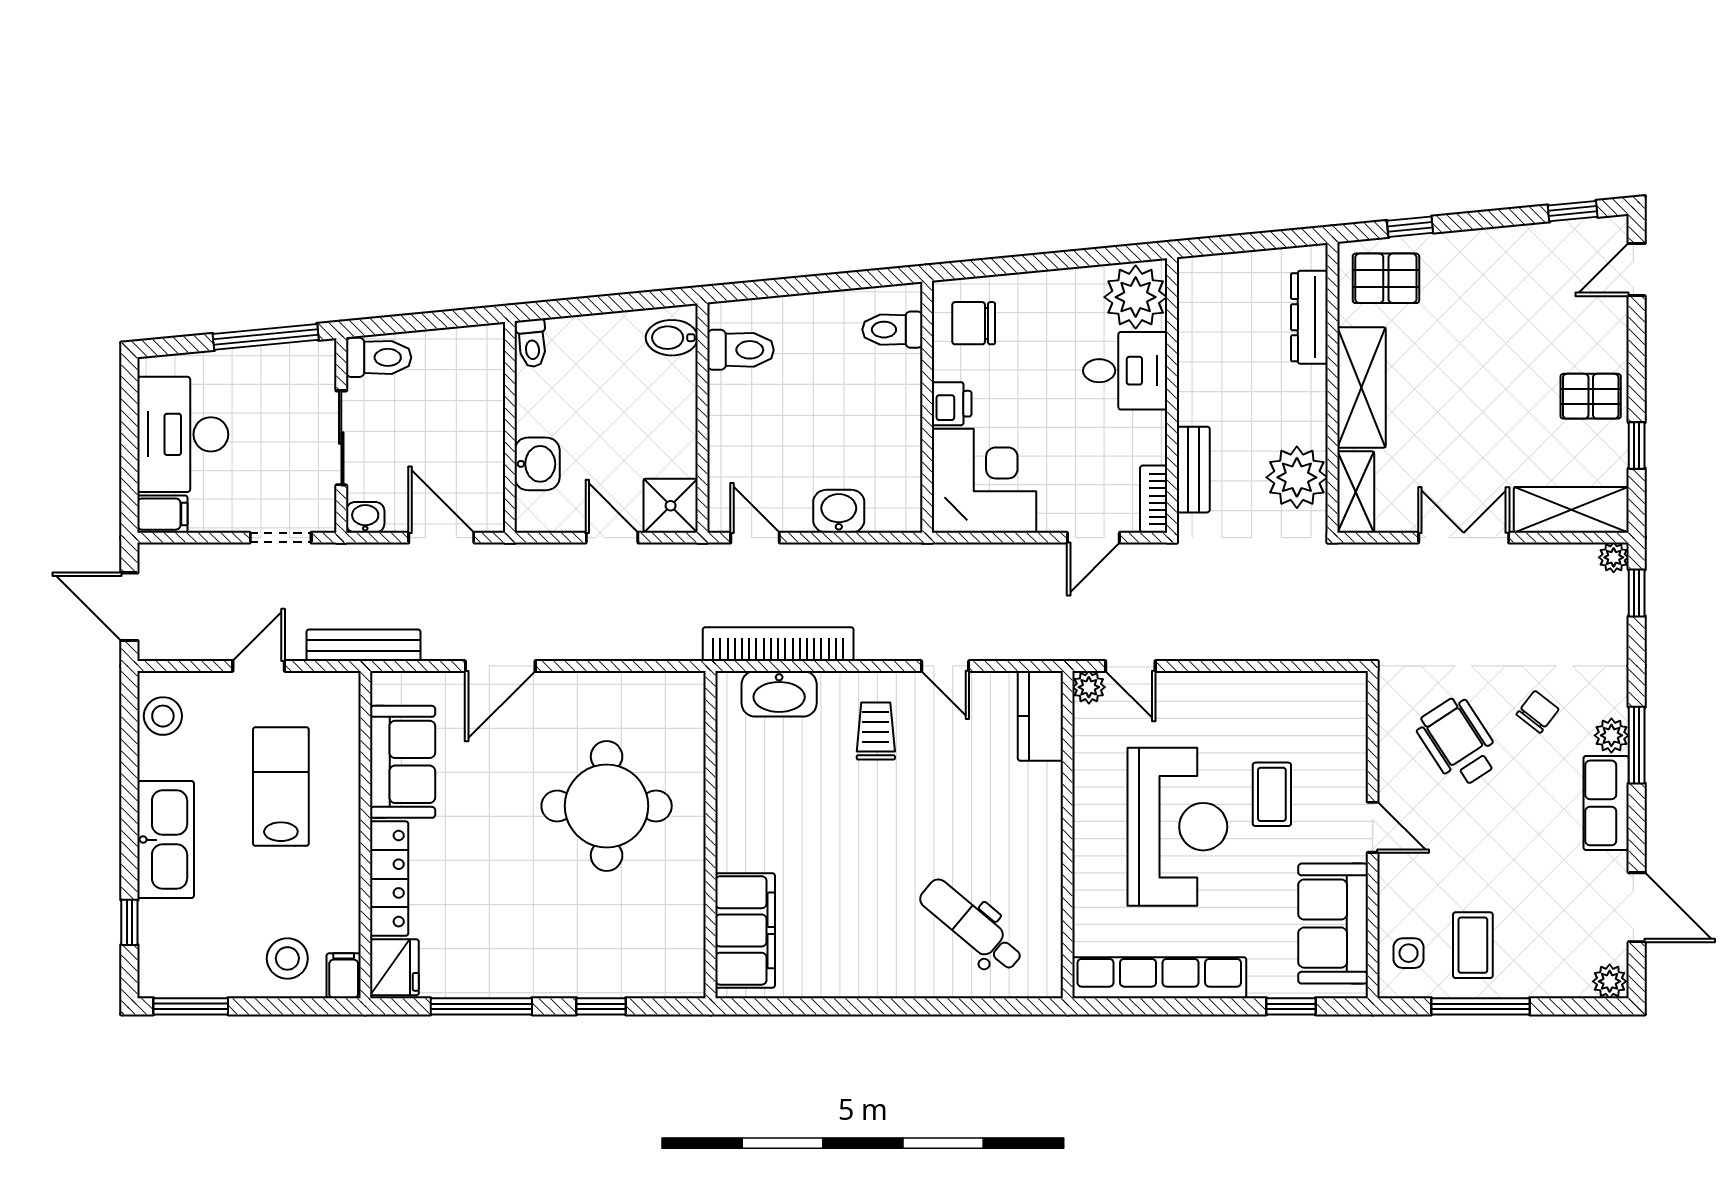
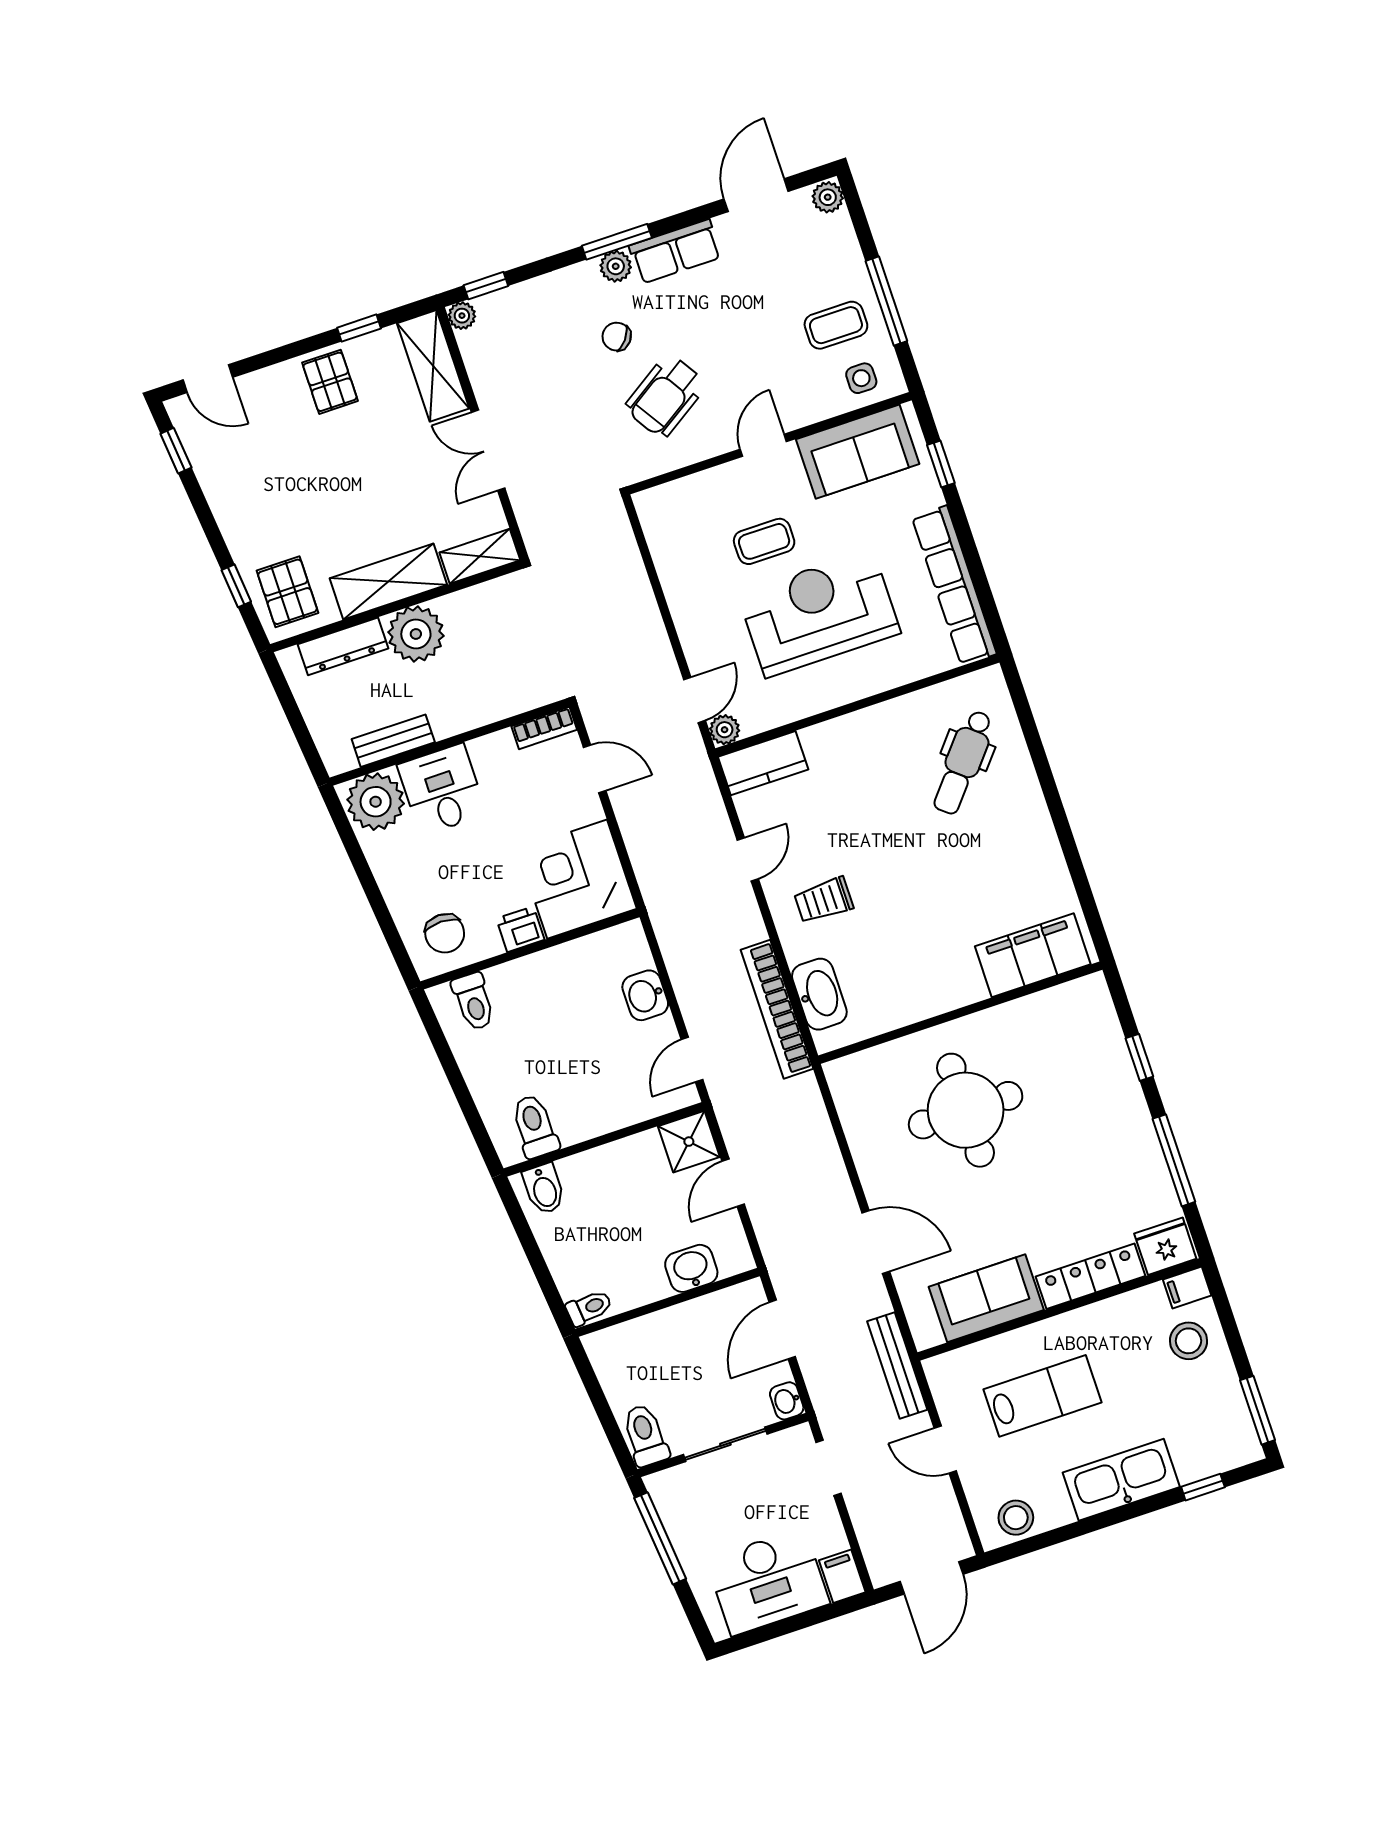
bench: (1193, 470) -> (393, 741), moved
plant: (1297, 477) -> (416, 634), moved
lab bench: (281, 787) -> (1043, 1396), turned 180

